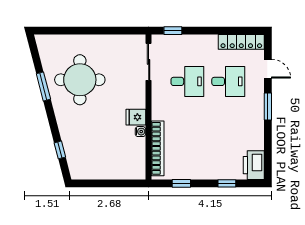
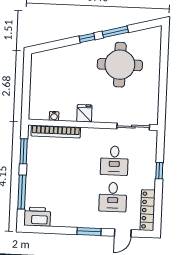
window: (173, 31) -> (159, 171), moved
water cooler: (140, 132) -> (54, 116), moved
window: (60, 150) -> (87, 38), moved
window: (181, 183) -> (24, 151), width x1.50
window: (227, 183) -> (22, 192), width x2.17

